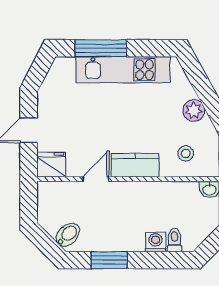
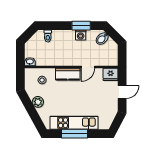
window: (101, 48) -> (74, 134), moved
washing machine: (156, 242) -> (81, 35), moved

